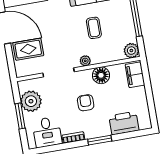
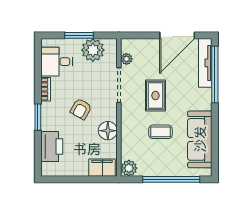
rug: (28, 49) -> (155, 96), moved
plant: (85, 61) -> (126, 59), moved
armchair: (86, 103) -> (81, 109), turned 119

